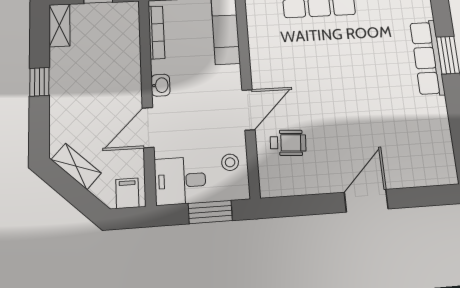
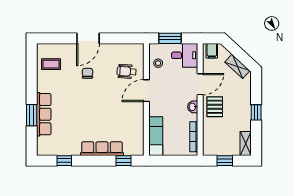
pallet: (119, 88) -> (215, 107), added
chair: (360, 135) -> (87, 73), added
coffee table: (428, 147) -> (51, 64), added

